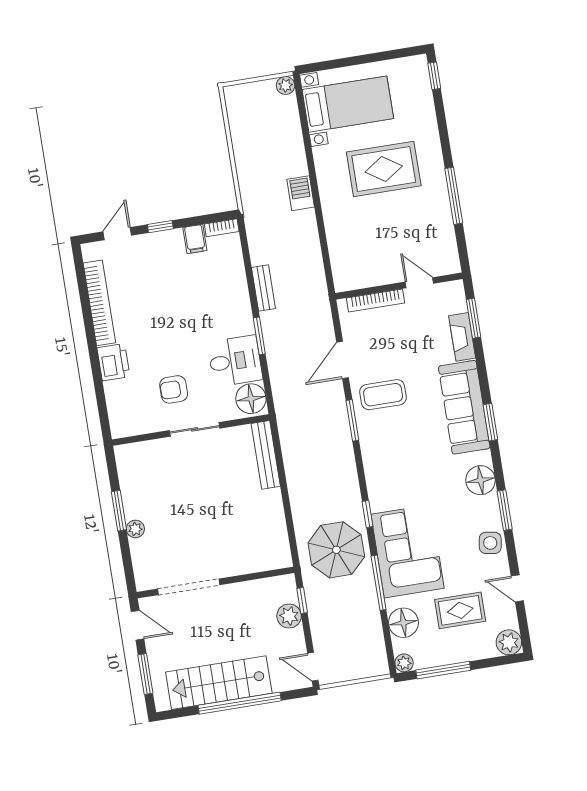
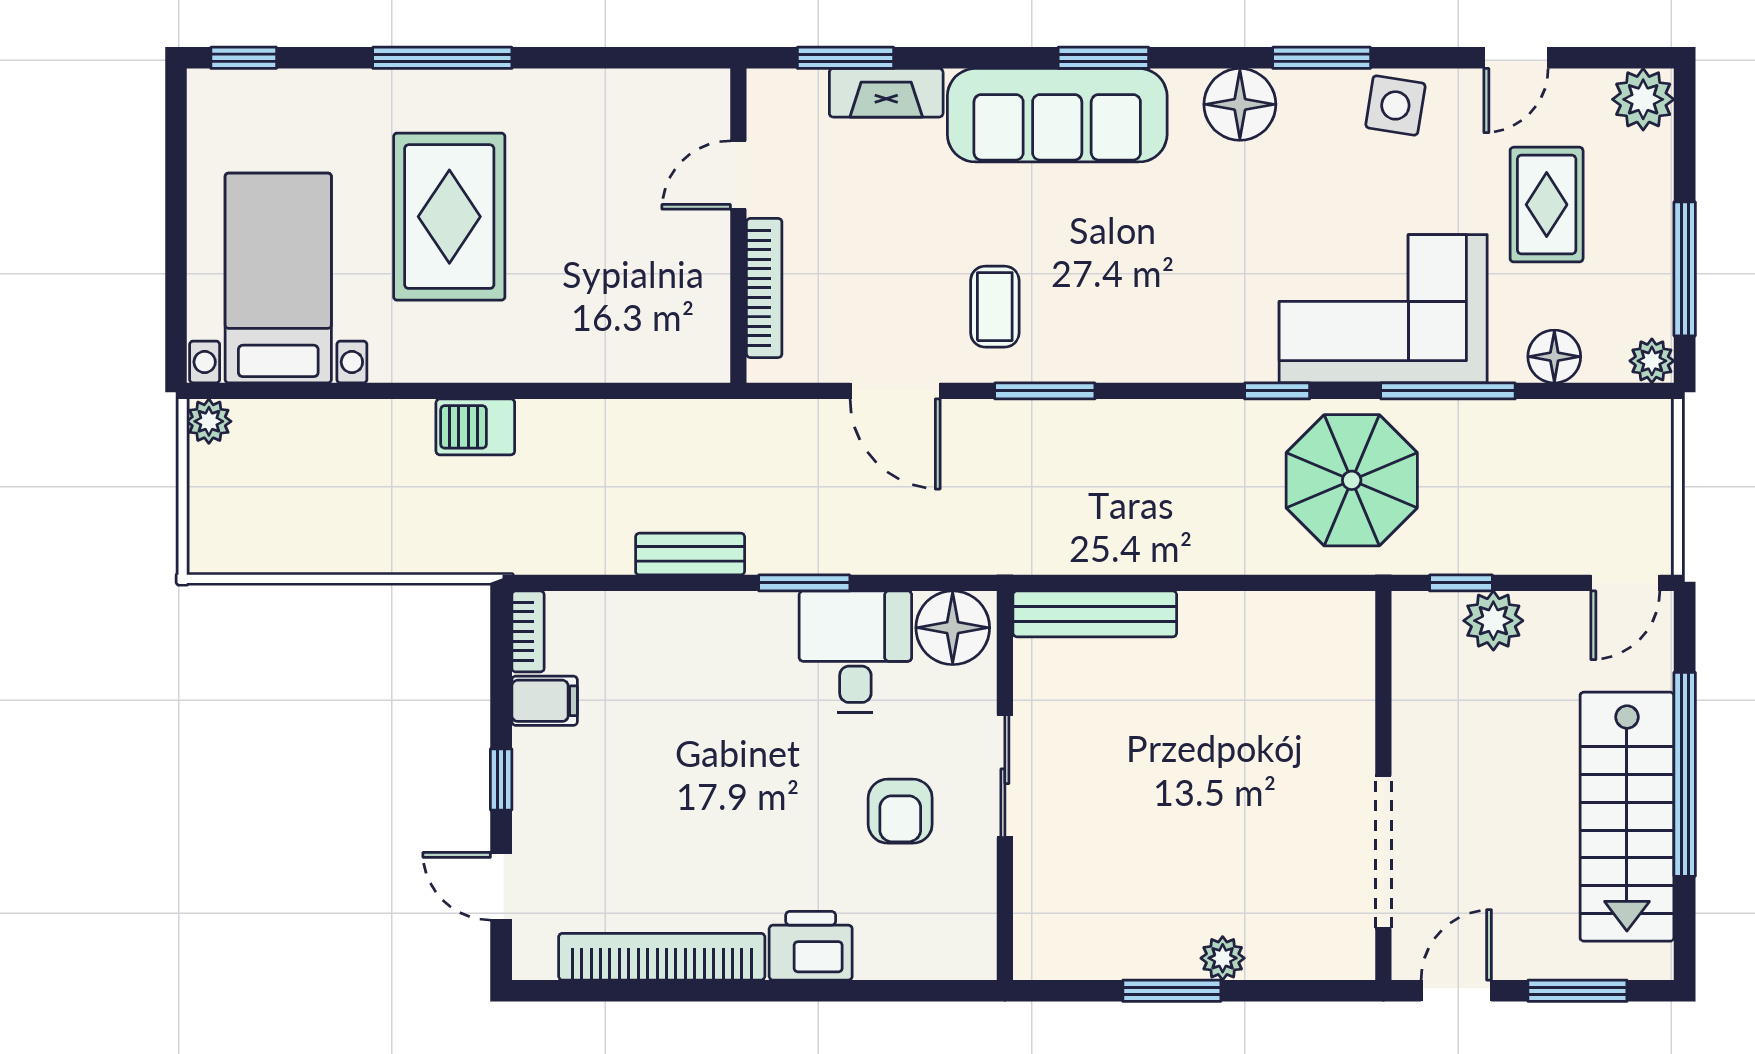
window: (454, 196) -> (442, 58), moved
coffee table: (383, 395) -> (995, 307), width x0.73, depth x0.77
floor lamp: (403, 623) -> (1554, 357), width x0.73, depth x0.73

